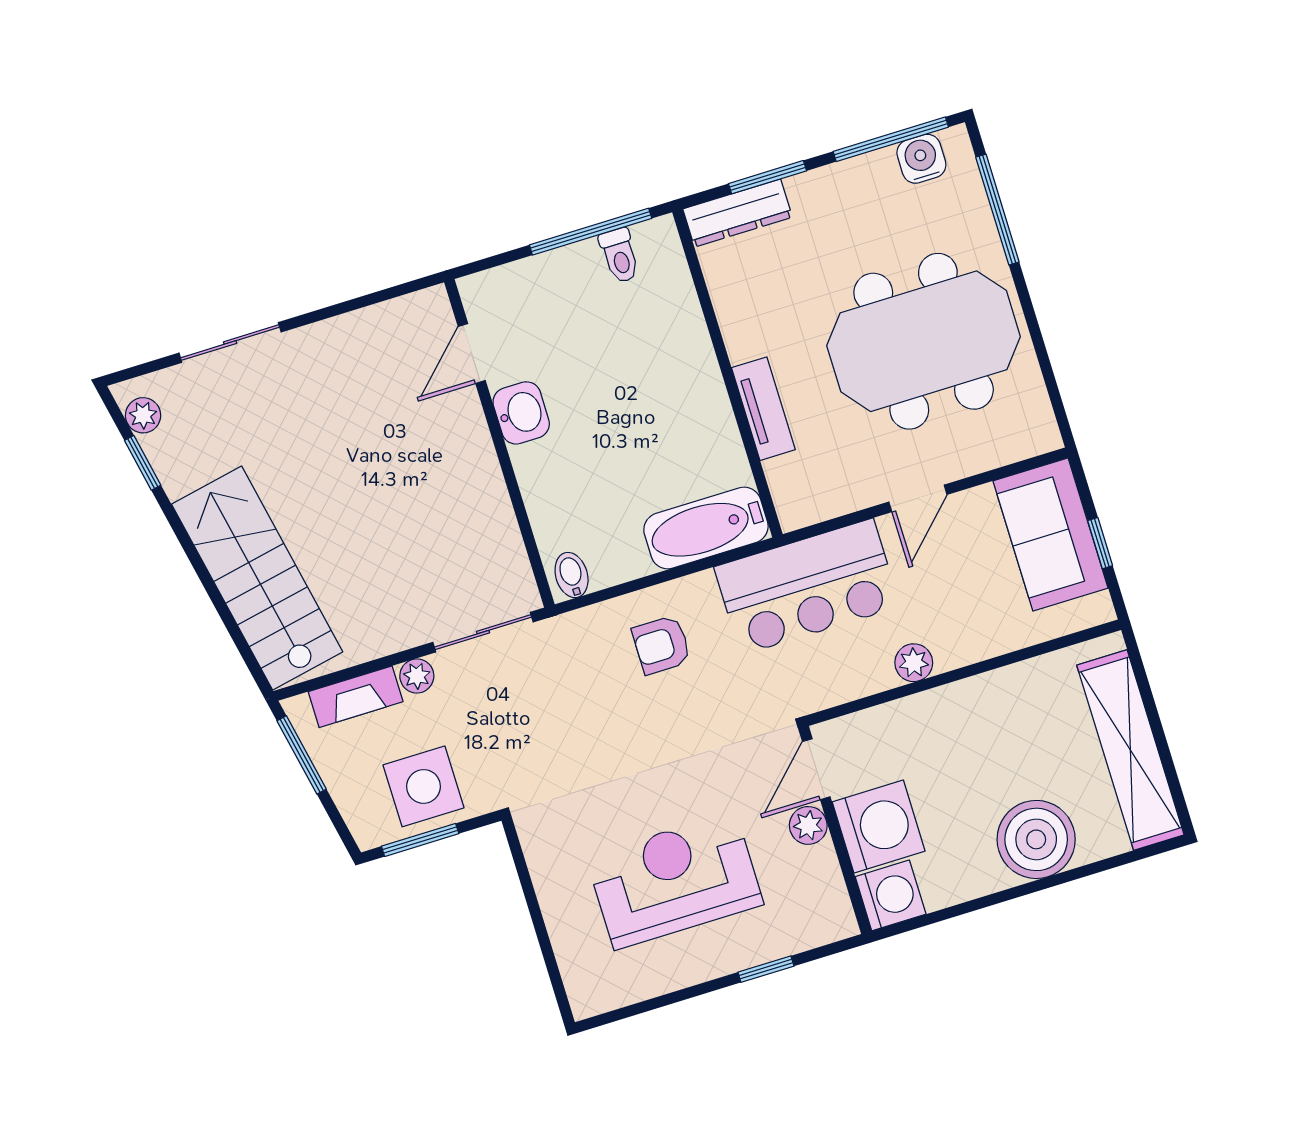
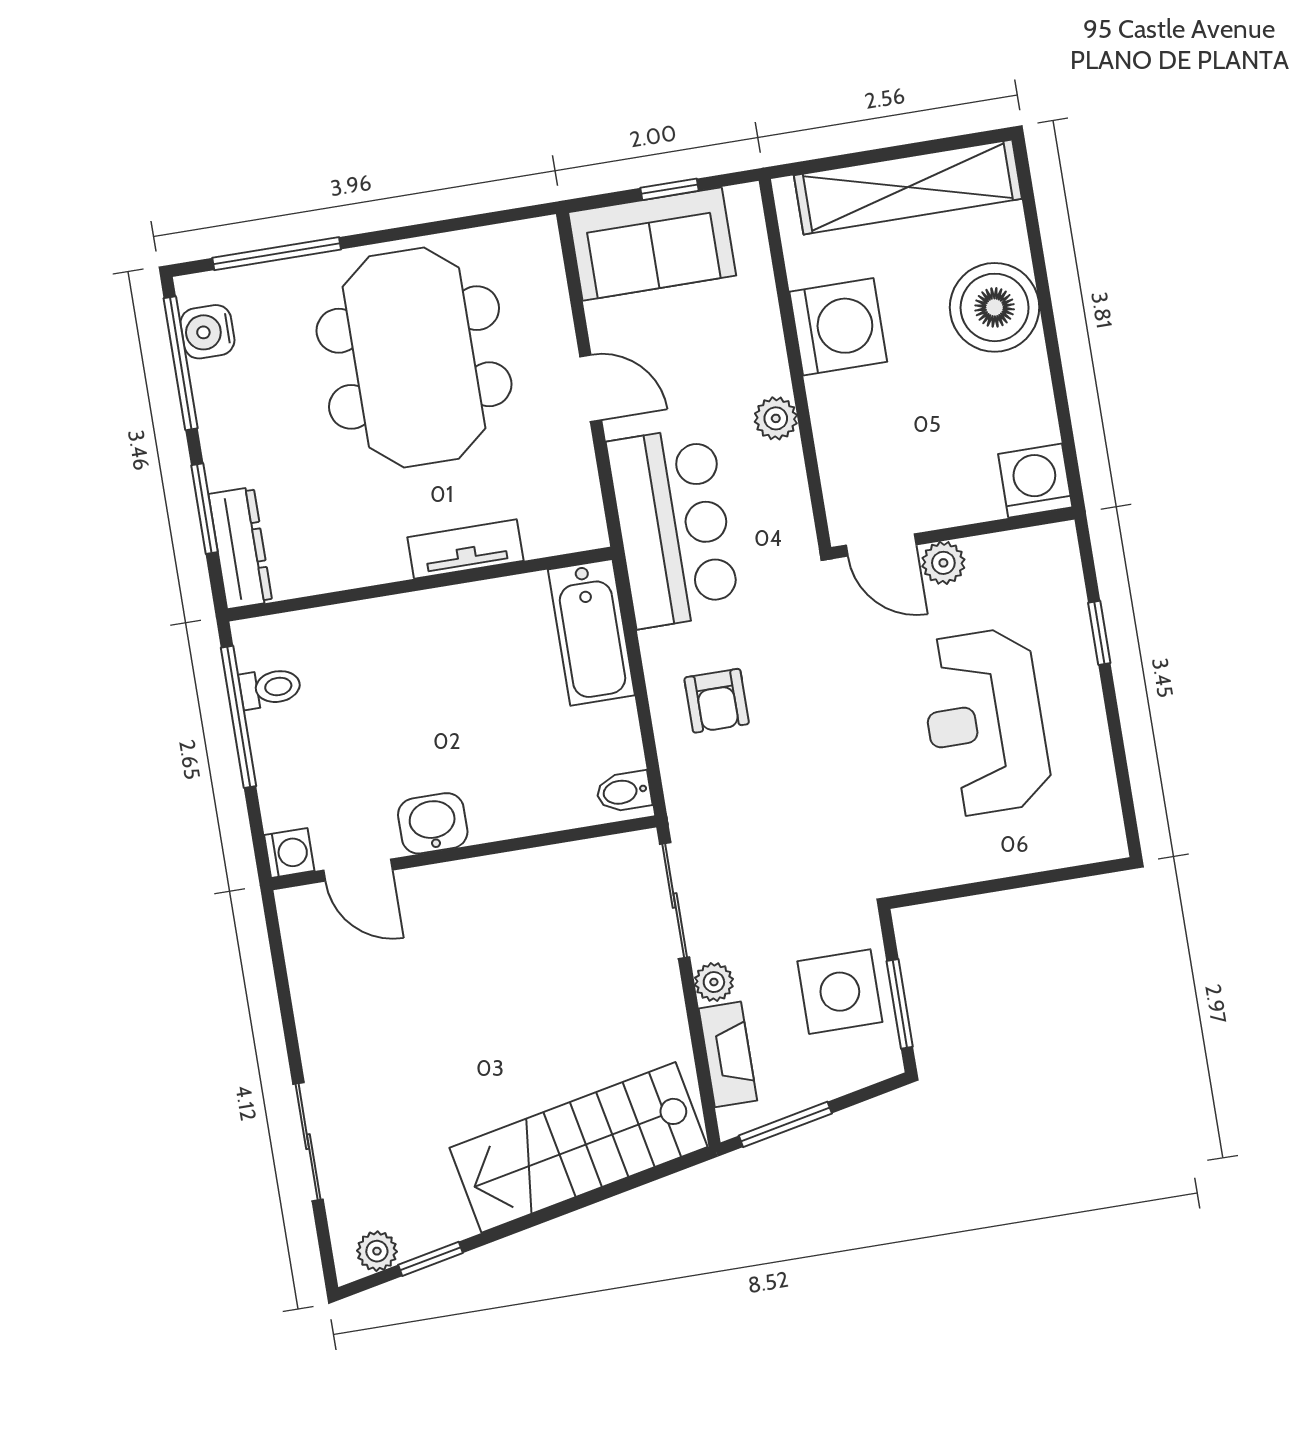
washing machine: (478, 292) -> (289, 853), added
washing machine: (879, 827) -> (838, 327), moved, turned 90

